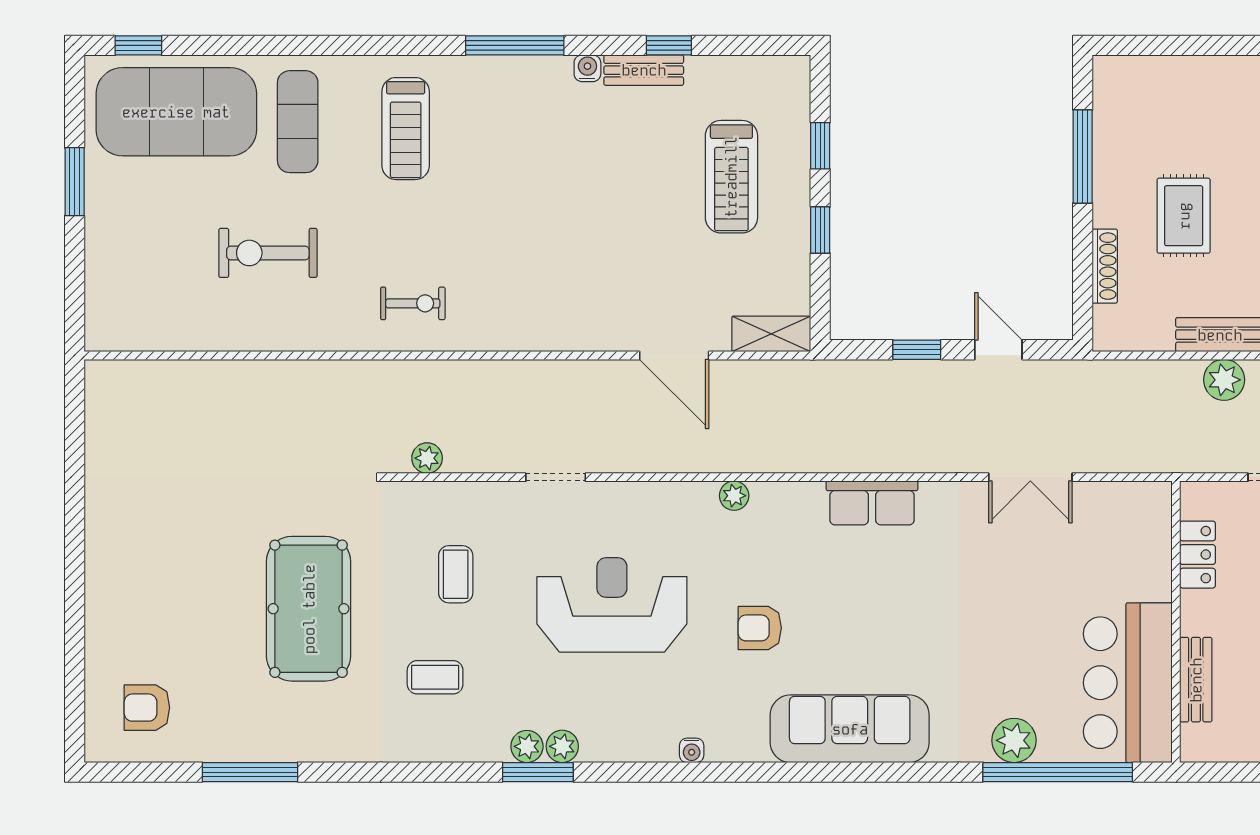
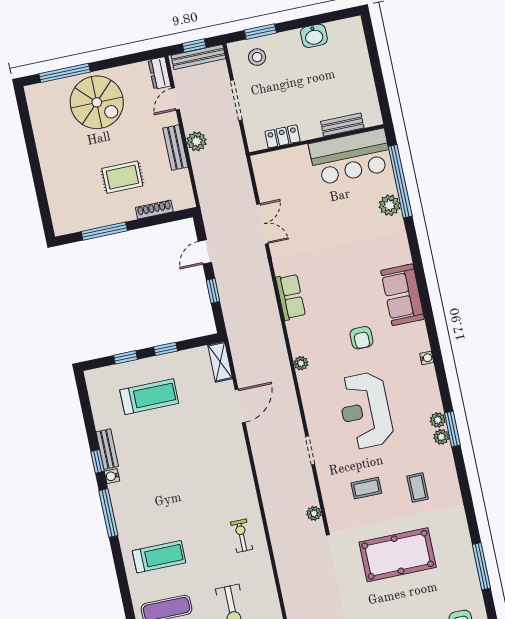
window: (669, 45) -> (97, 461), moved
sofa: (850, 729) -> (403, 295), width x0.73

